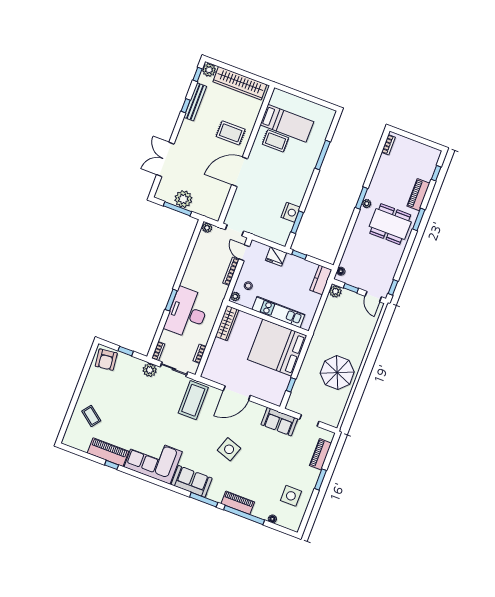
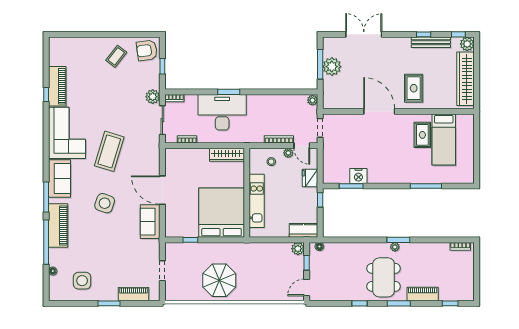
door: (244, 253) -> (302, 146), swing flipped
window: (393, 287) -> (359, 303), moved
plant: (235, 296) -> (288, 153), moved
coffee table: (193, 400) -> (109, 151), moved, turned -73
coffee table: (91, 416) -> (116, 56), moved
sofa: (279, 422) -> (150, 222), moved
piano: (238, 503) -> (58, 226), width x1.37, depth x1.33

